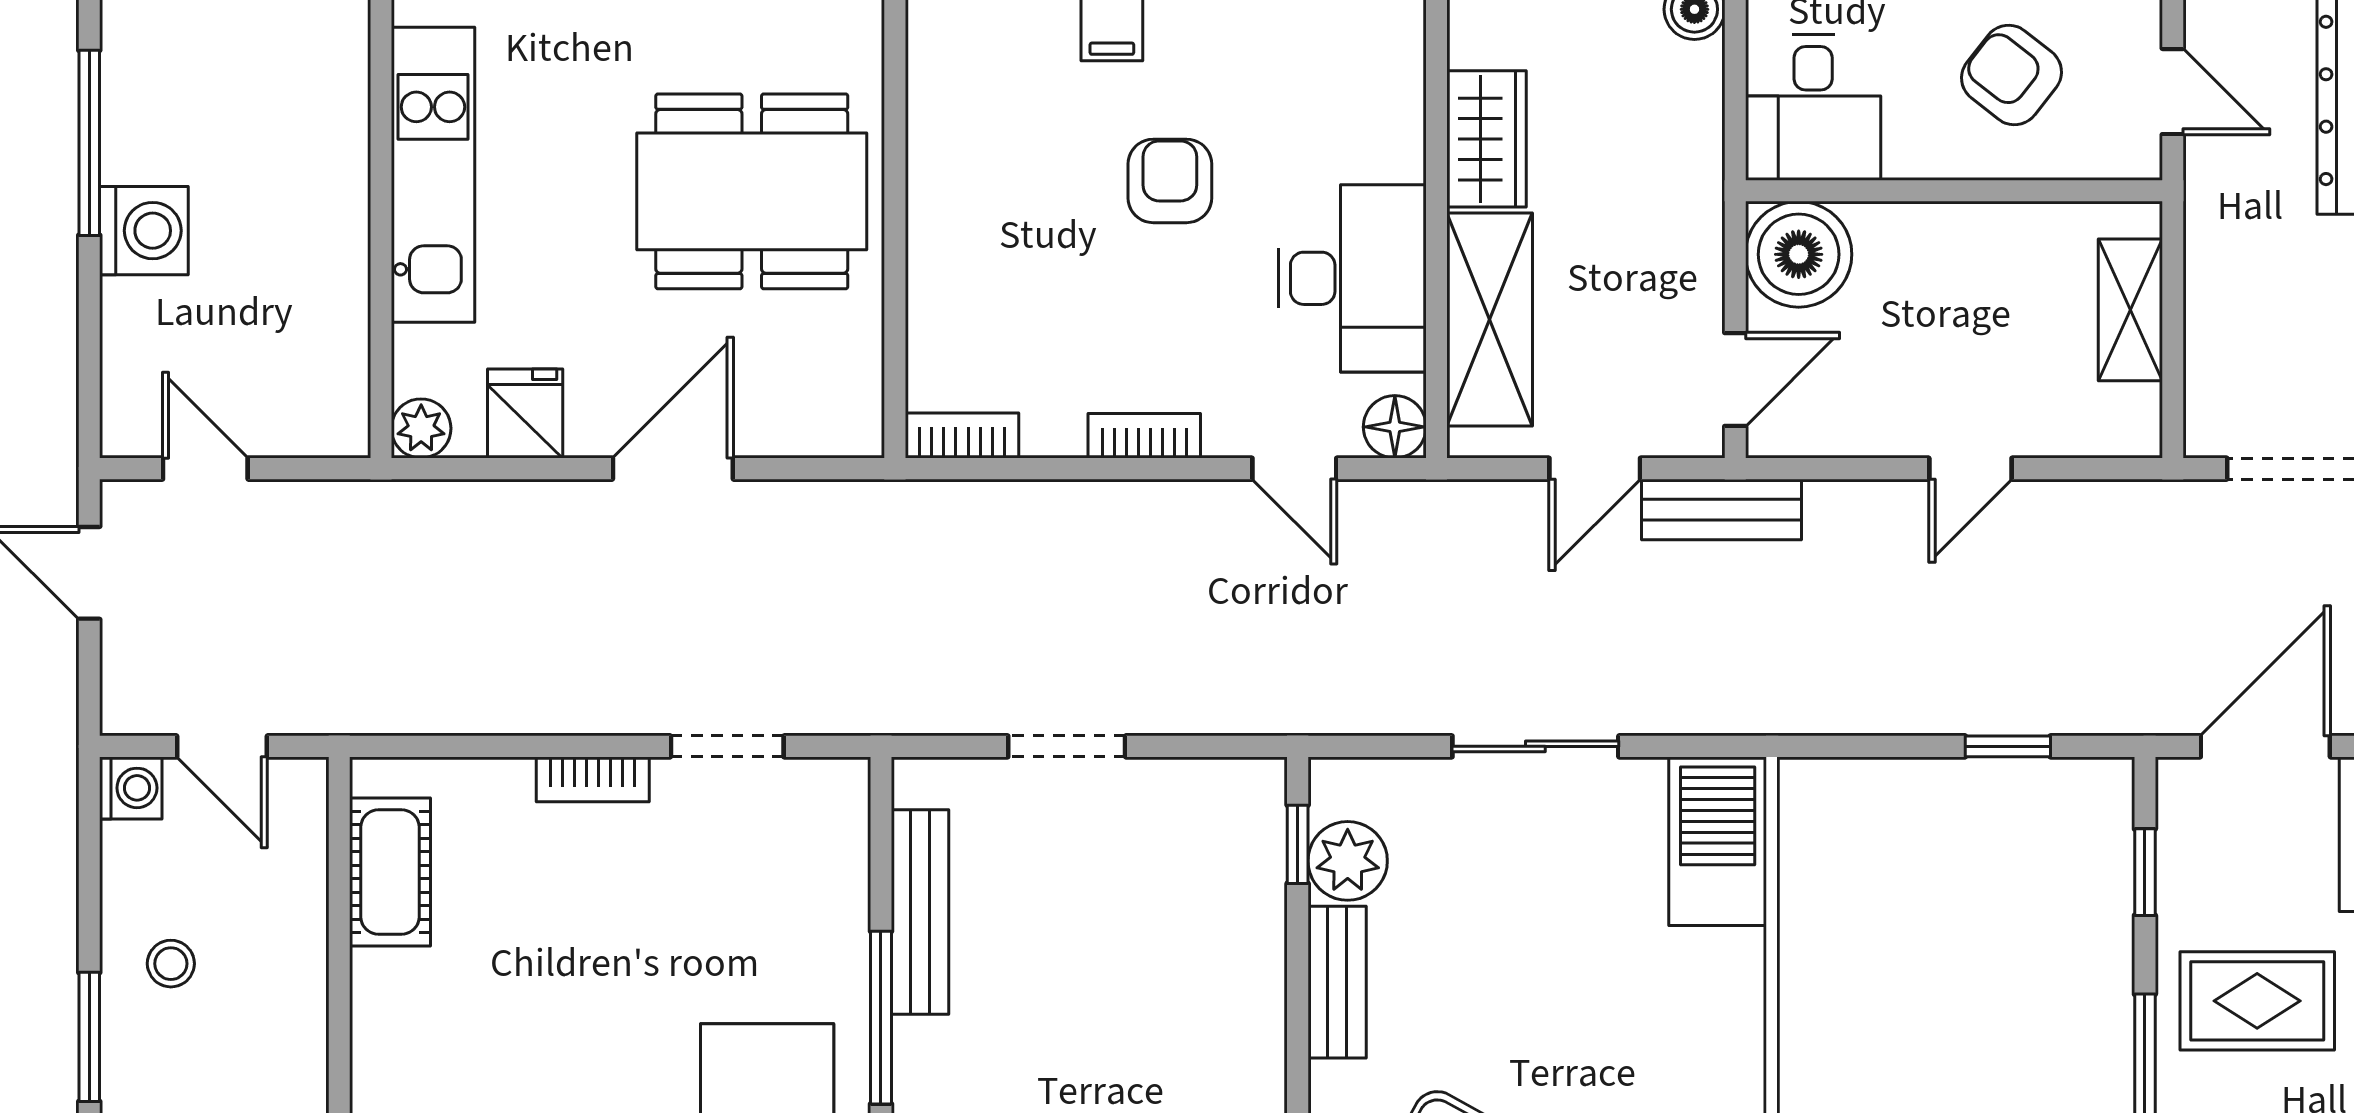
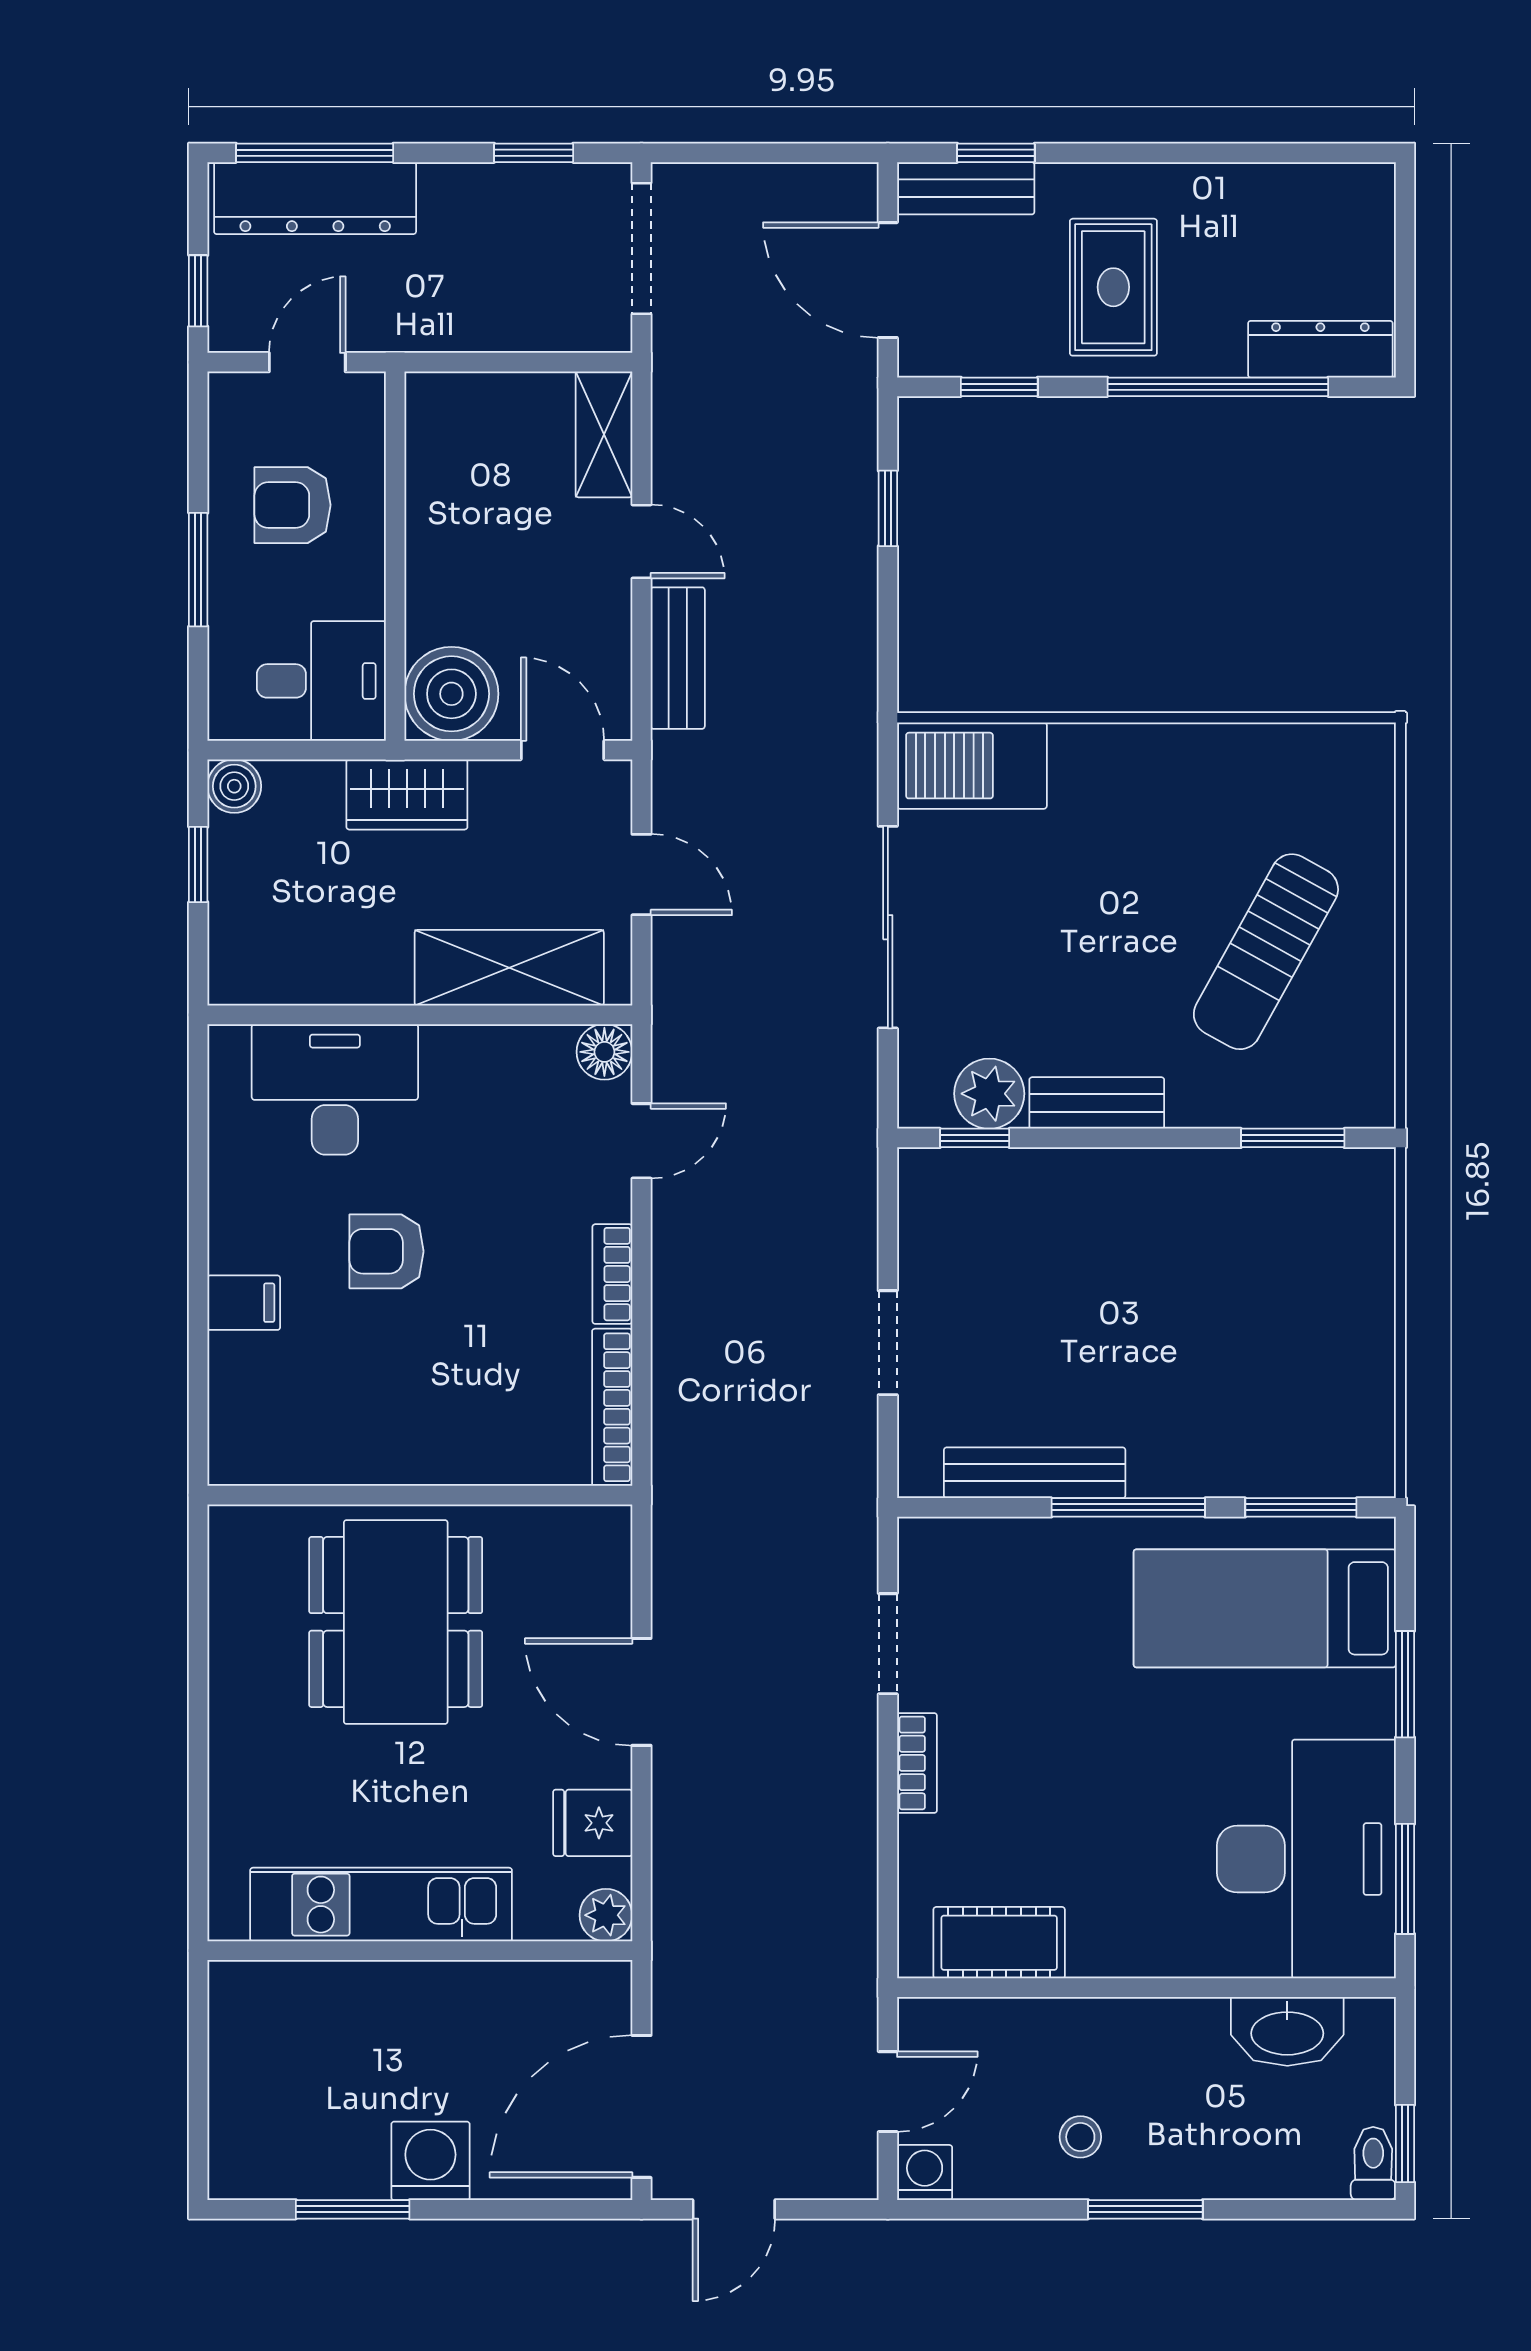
armchair: (2012, 75) -> (292, 505), turned 52
wardrobe: (1487, 139) -> (407, 794), moved, turned 180
window: (89, 143) -> (353, 2209), width x0.69
desk: (1352, 278) -> (335, 1089), moved
shelving: (2130, 310) -> (604, 434), moved, turned 90
bookcase: (962, 436) -> (612, 1407), width x1.56
door: (205, 469) -> (641, 2106), width x1.88
bench: (1722, 510) -> (678, 658), moved
sliding door: (1535, 746) -> (888, 927), width x1.37

